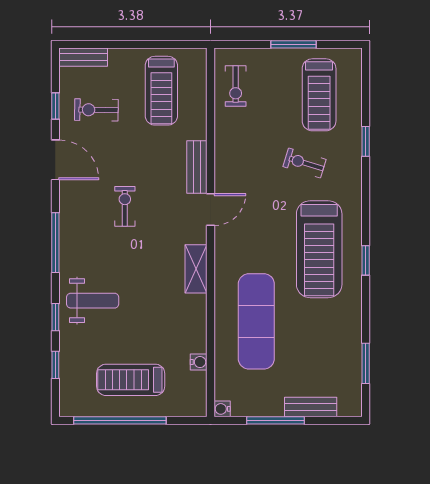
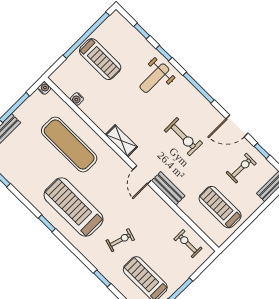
exercise bike: (125, 206) -> (183, 137), width x1.38, depth x1.39
treadmill: (131, 380) -> (100, 59), turned 90

